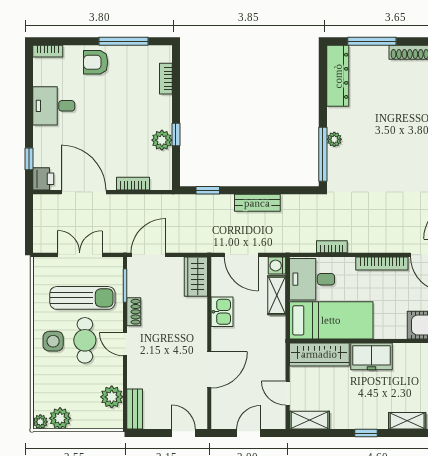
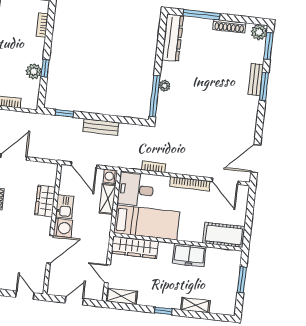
wardrobe: (196, 277) -> (45, 201), moved
washing machine: (223, 340) -> (63, 228), added
freezer: (372, 356) -> (189, 255), moved

